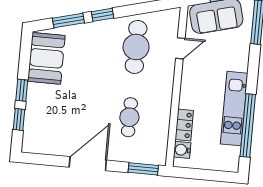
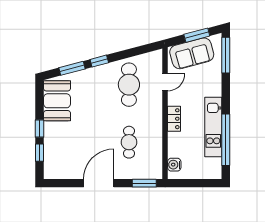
locker: (184, 125) -> (174, 119), moved

